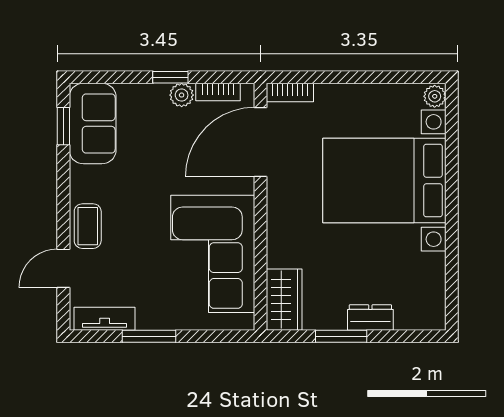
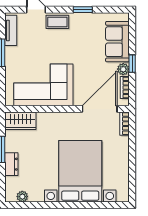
plant: (435, 96) -> (22, 197), moved
sofa: (93, 123) -> (117, 42), moved, turned 90
window: (63, 126) -> (83, 10), moved
door: (261, 142) -> (100, 109), hinge flipped

